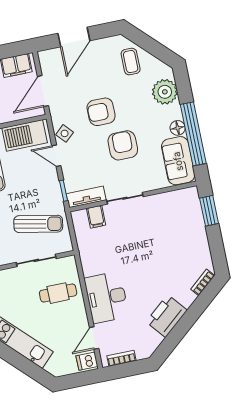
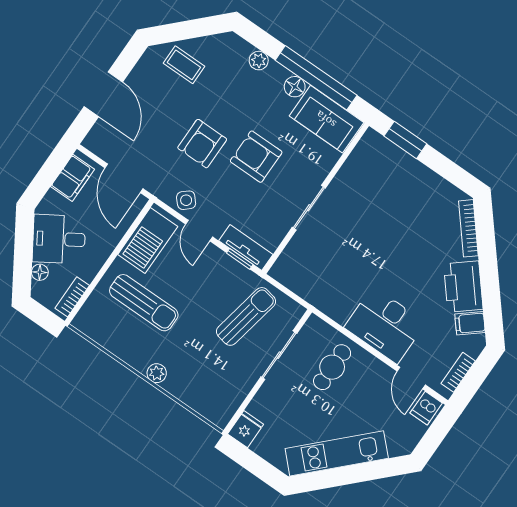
plant: (165, 92) -> (259, 61), width x0.53, depth x0.53
door: (56, 156) -> (199, 231), hinge flipped
tv unit: (86, 197) -> (246, 248), moved, turned 90
filing cabinet: (96, 217) -> (470, 323), moved, turned 140
bookcase: (203, 282) -> (468, 228), width x1.56

